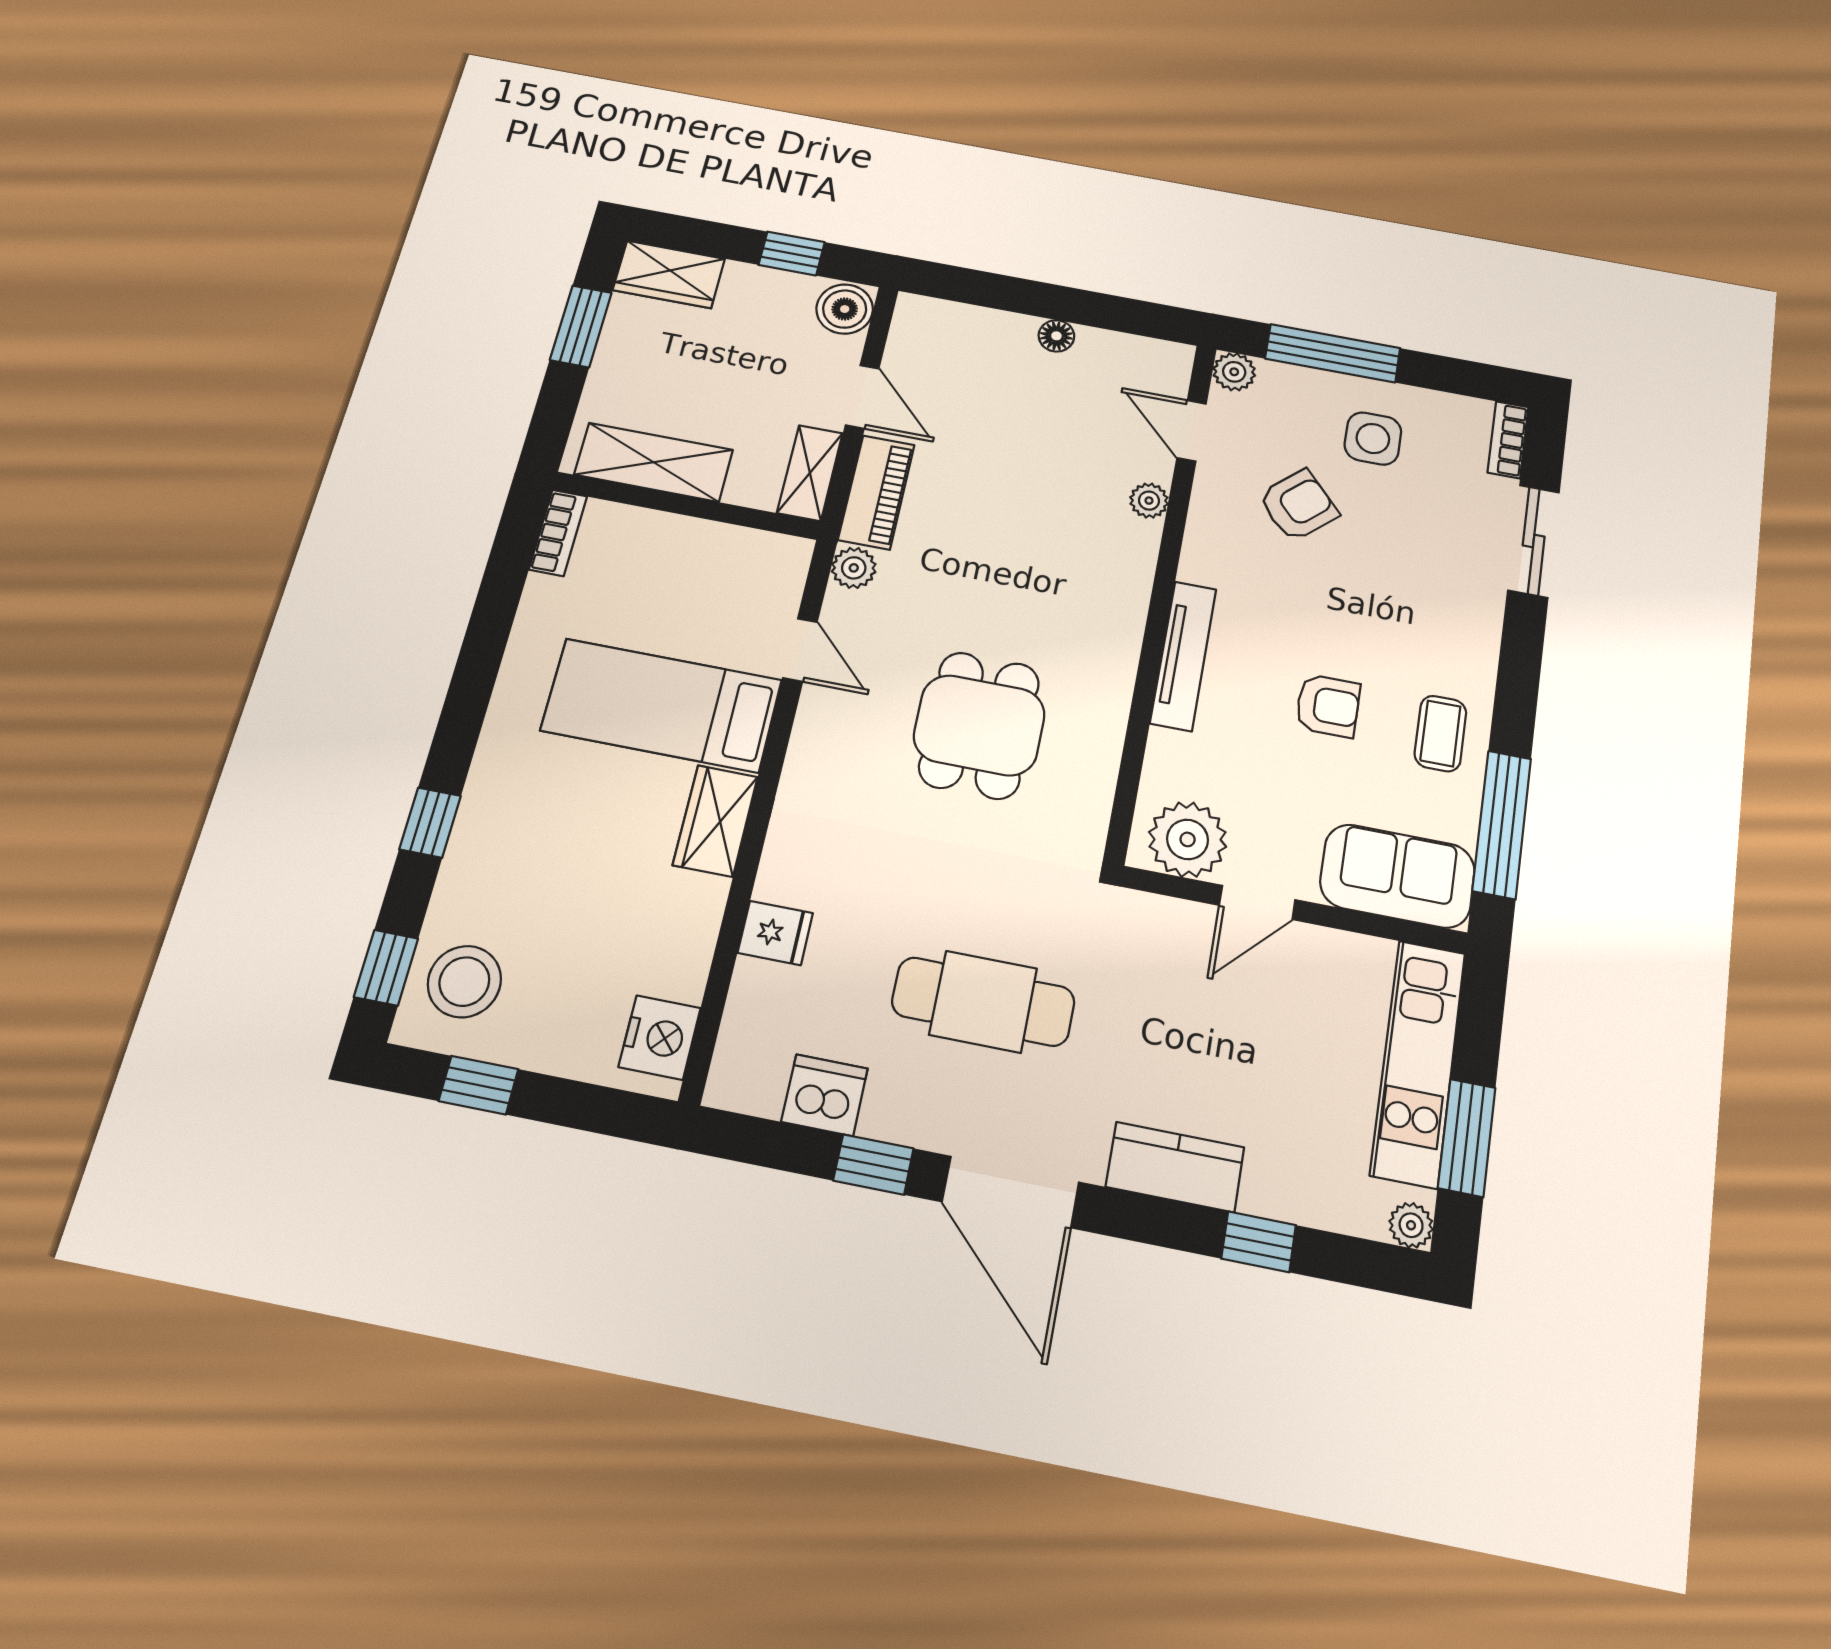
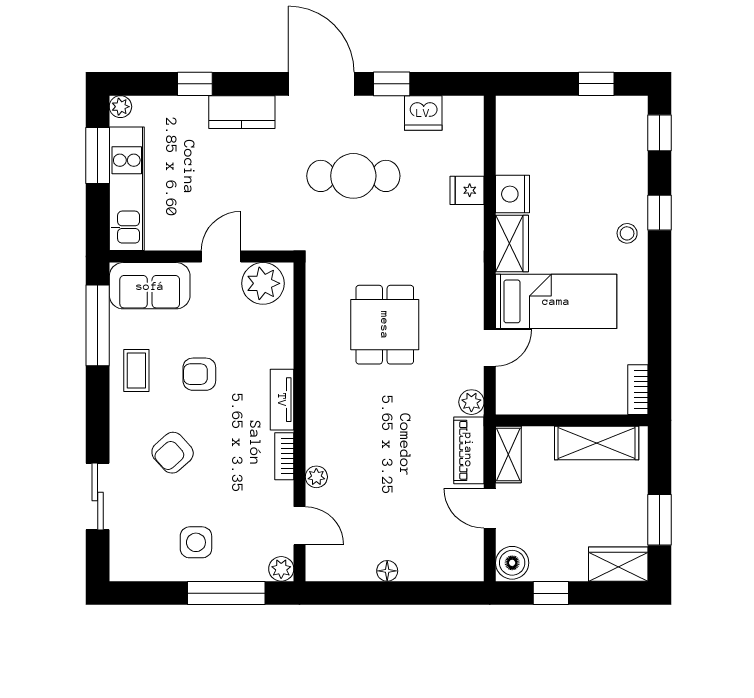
bookcase: (1508, 440) -> (284, 456), moved, turned 180
armchair: (1298, 505) -> (173, 453), moved
door: (800, 650) -> (490, 348), swing flipped
tv unit: (1183, 656) -> (282, 400), width x0.71
stool: (464, 982) -> (627, 233), moved, width x0.53, depth x0.53
nightstand: (660, 1037) -> (513, 194), moved

